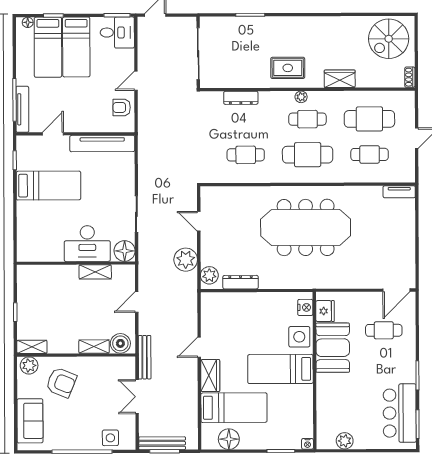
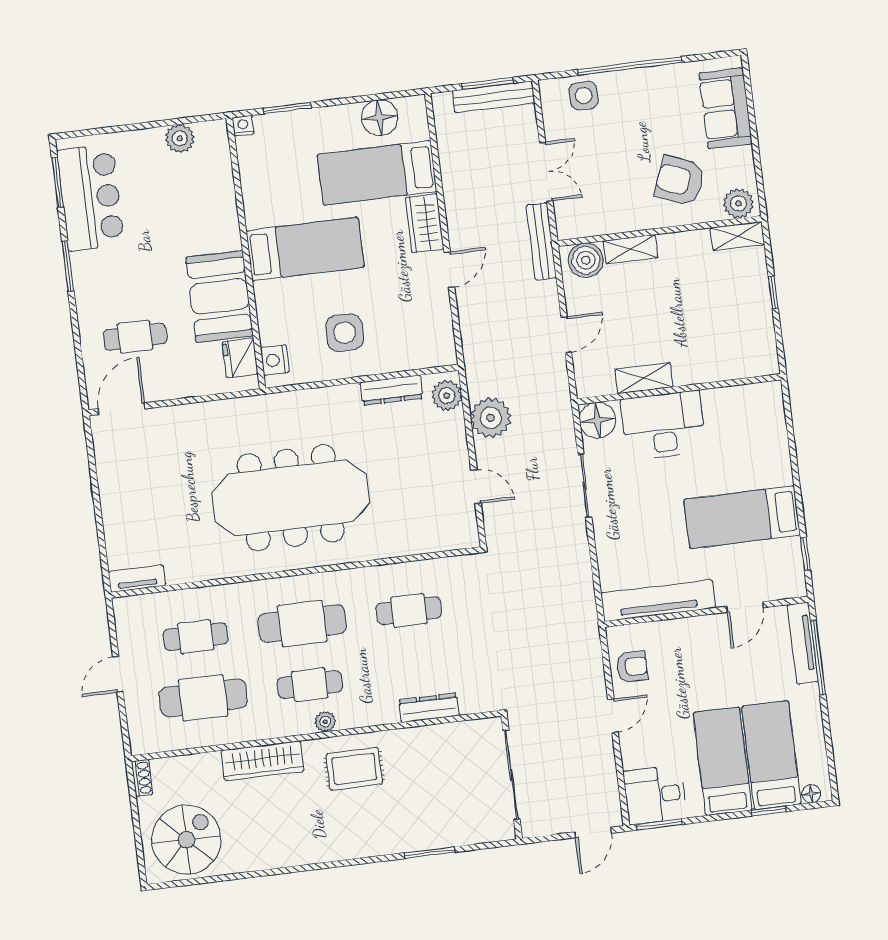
wardrobe: (340, 79) -> (263, 761), width x1.50
side table: (299, 337) -> (345, 333), moved

